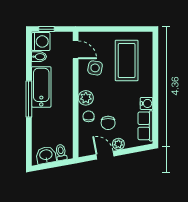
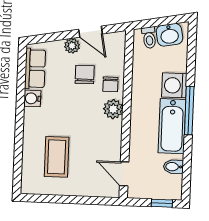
washing machine: (41, 41) -> (174, 85), moved
coffee table: (127, 60) -> (57, 157), width x0.73, depth x0.76
side table: (95, 68) -> (99, 149), removed

